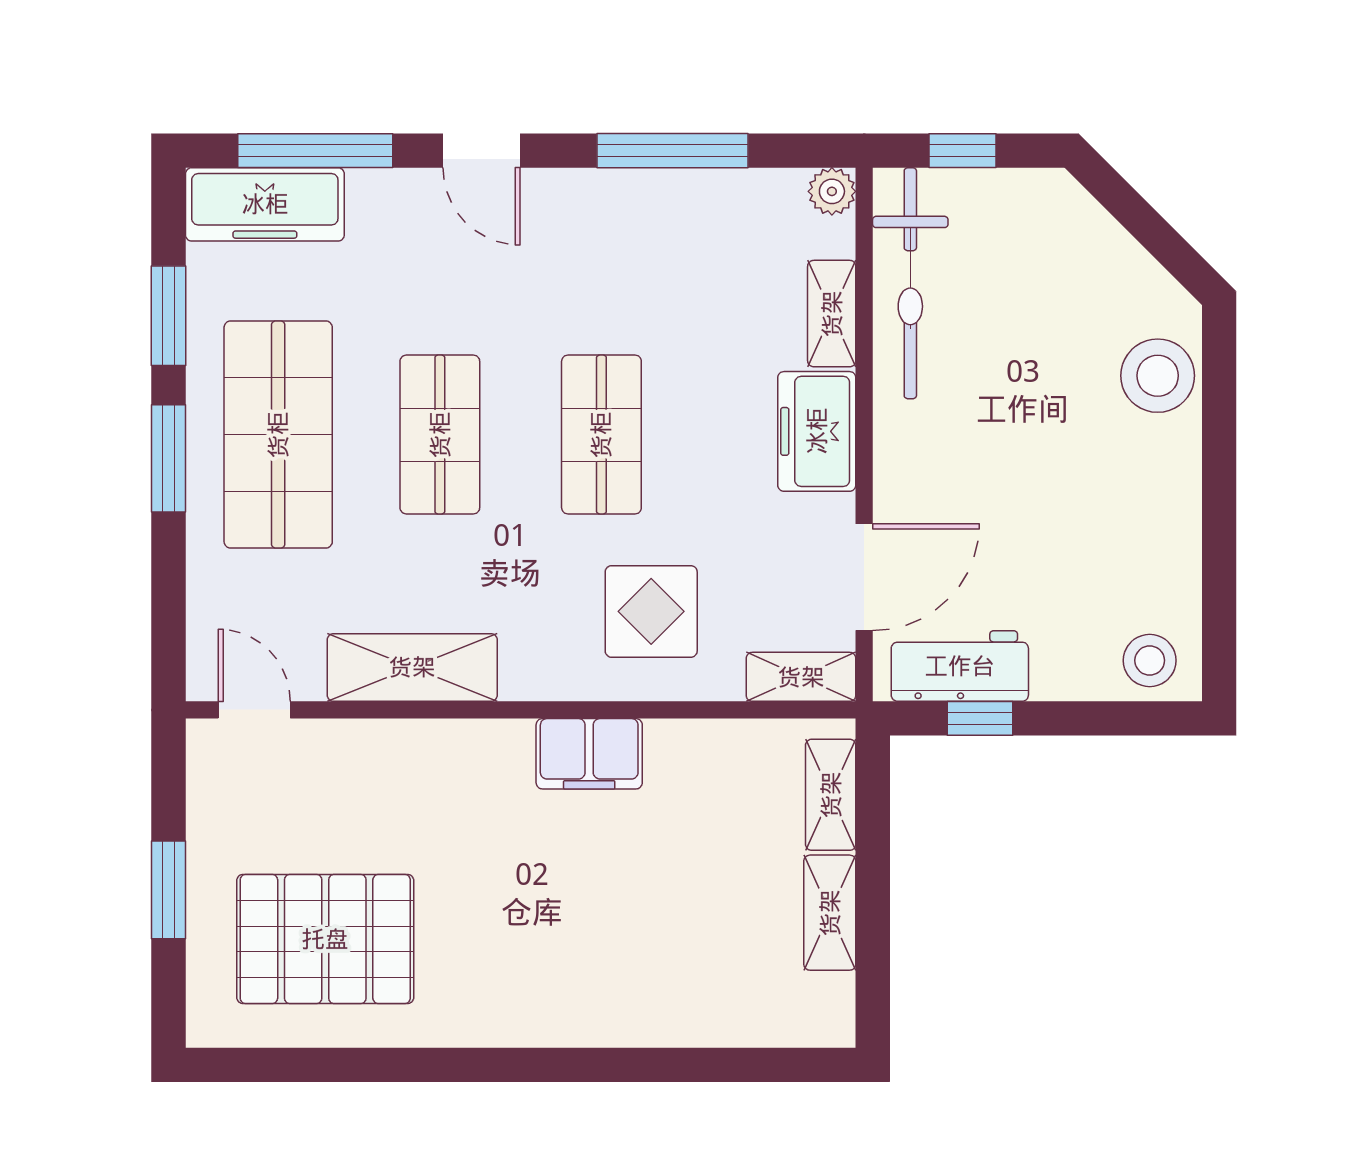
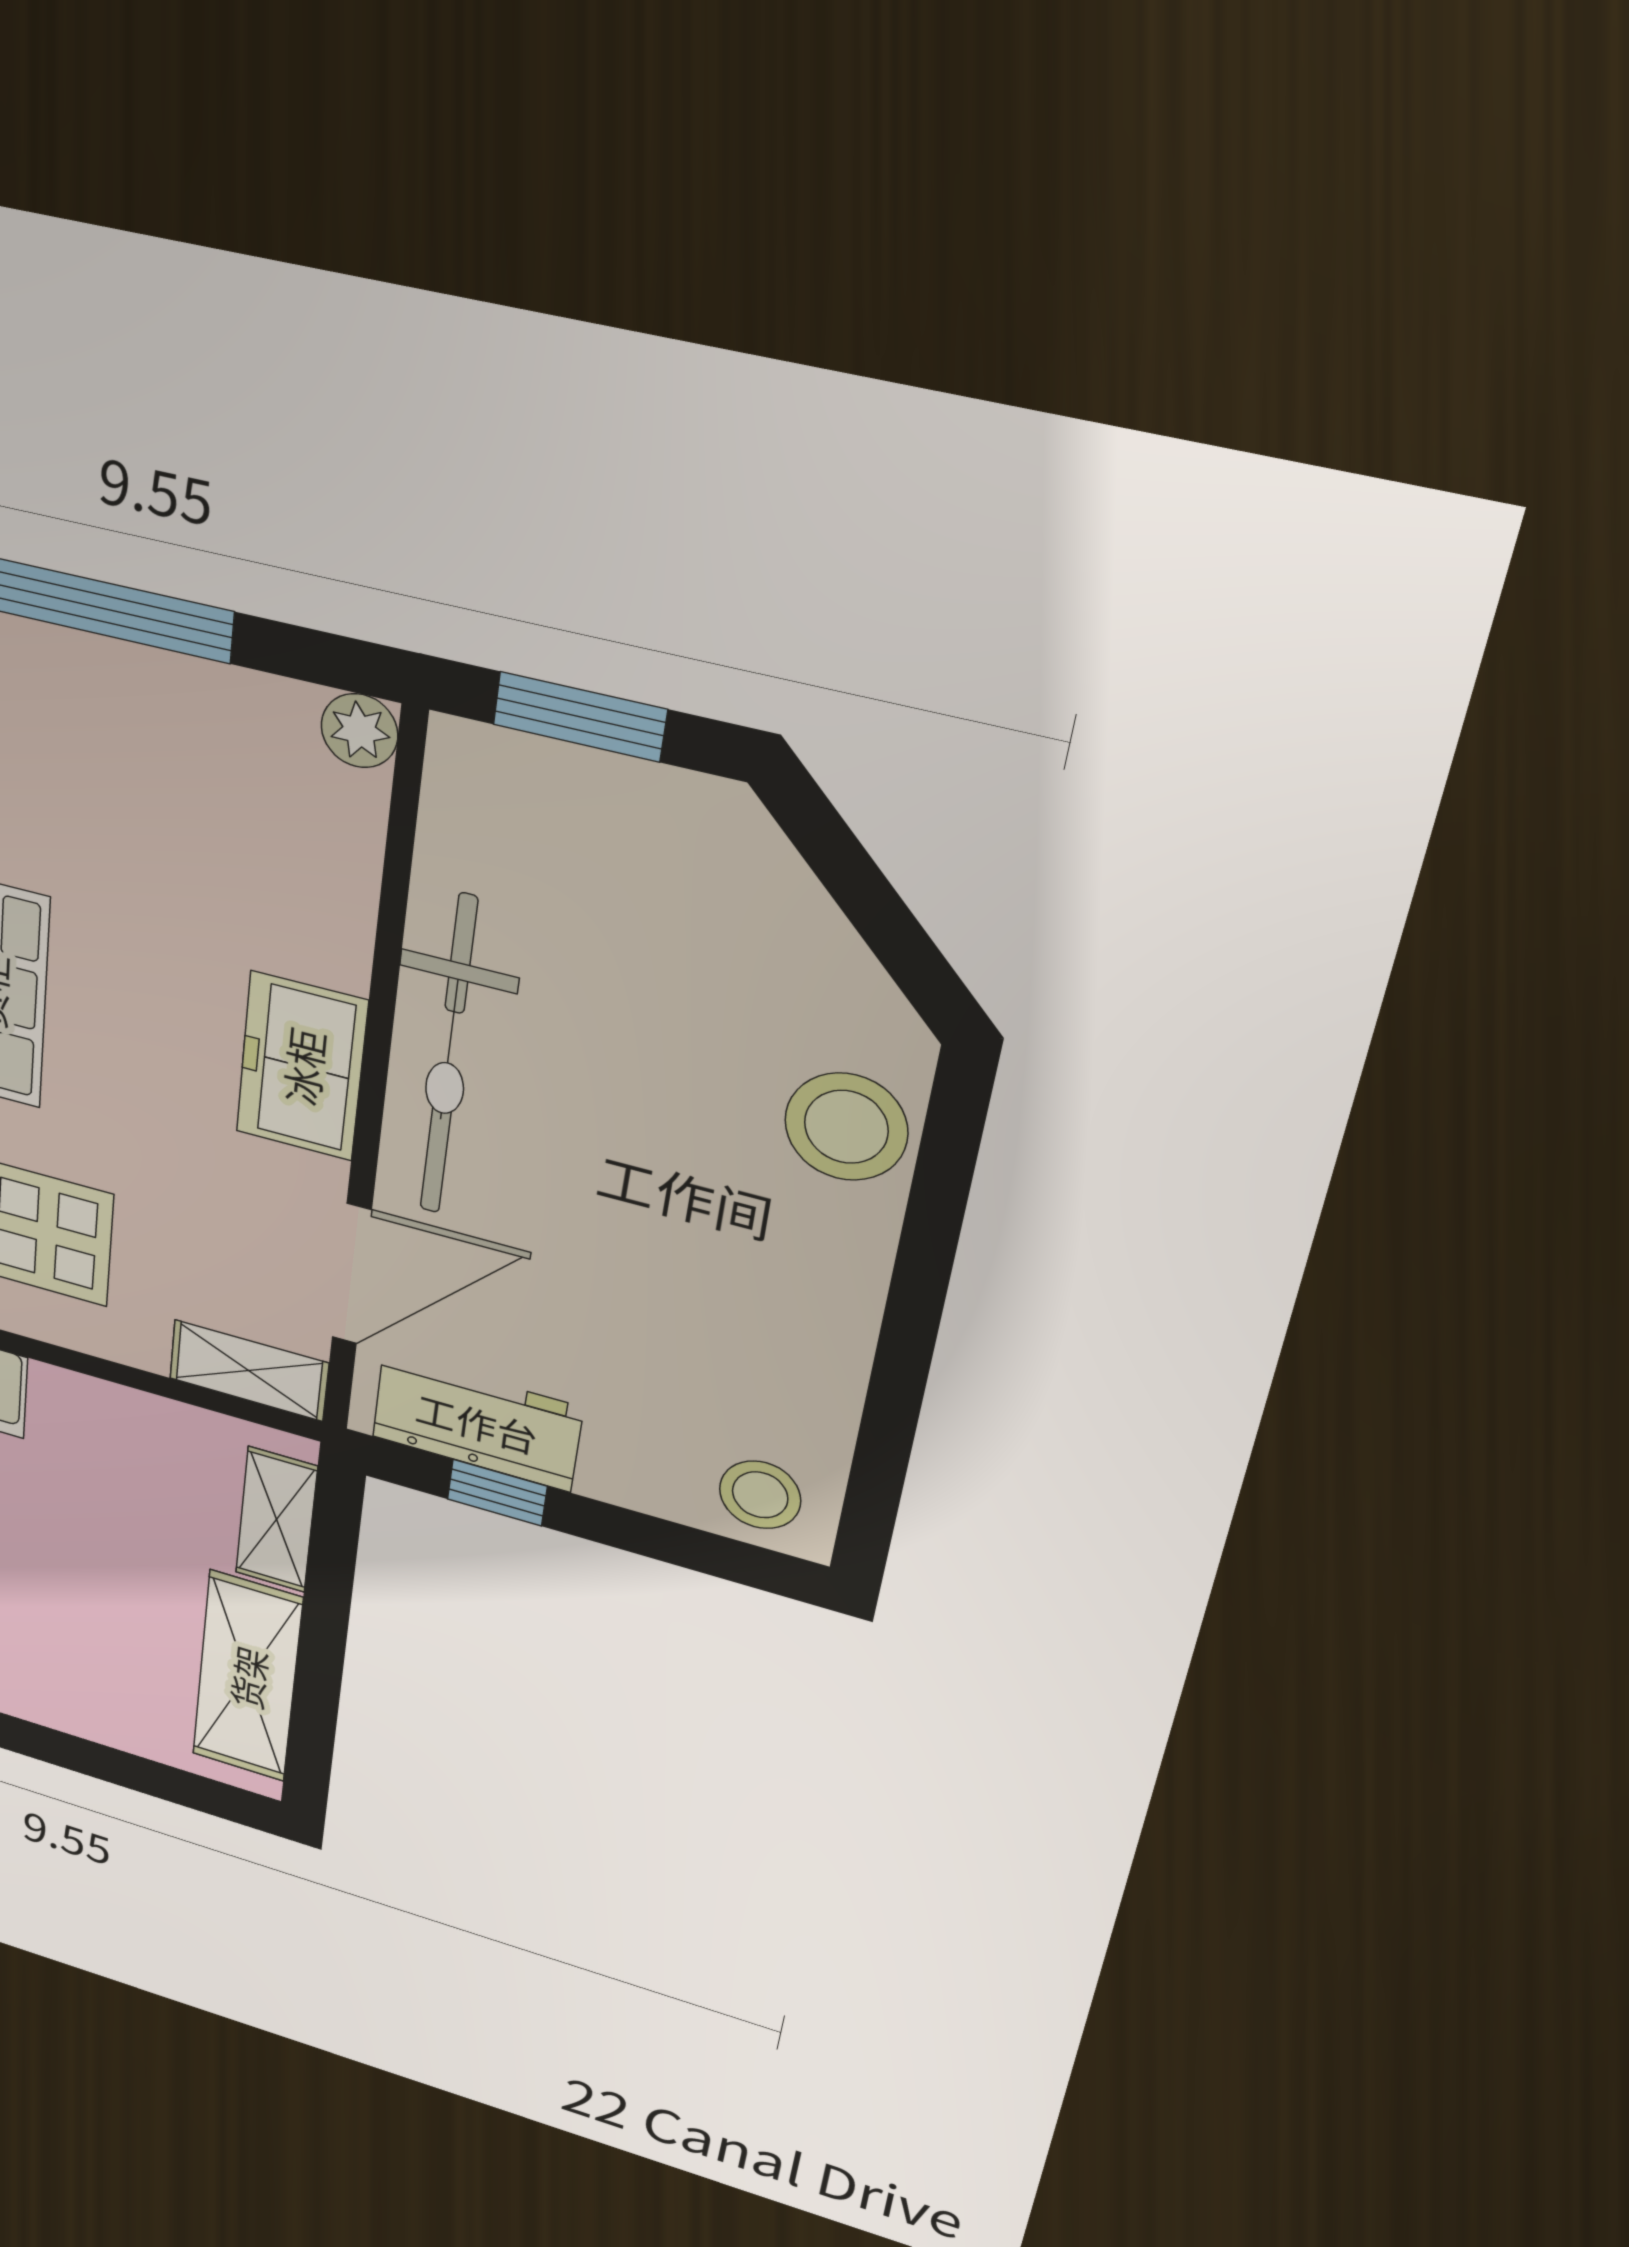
window: (963, 151) -> (580, 717), width x1.50
bicycle: (910, 283) -> (449, 1057), moved
shelving: (832, 314) -> (341, 910), removed
shelving: (830, 913) -> (247, 1677), width x1.50, depth x1.33

